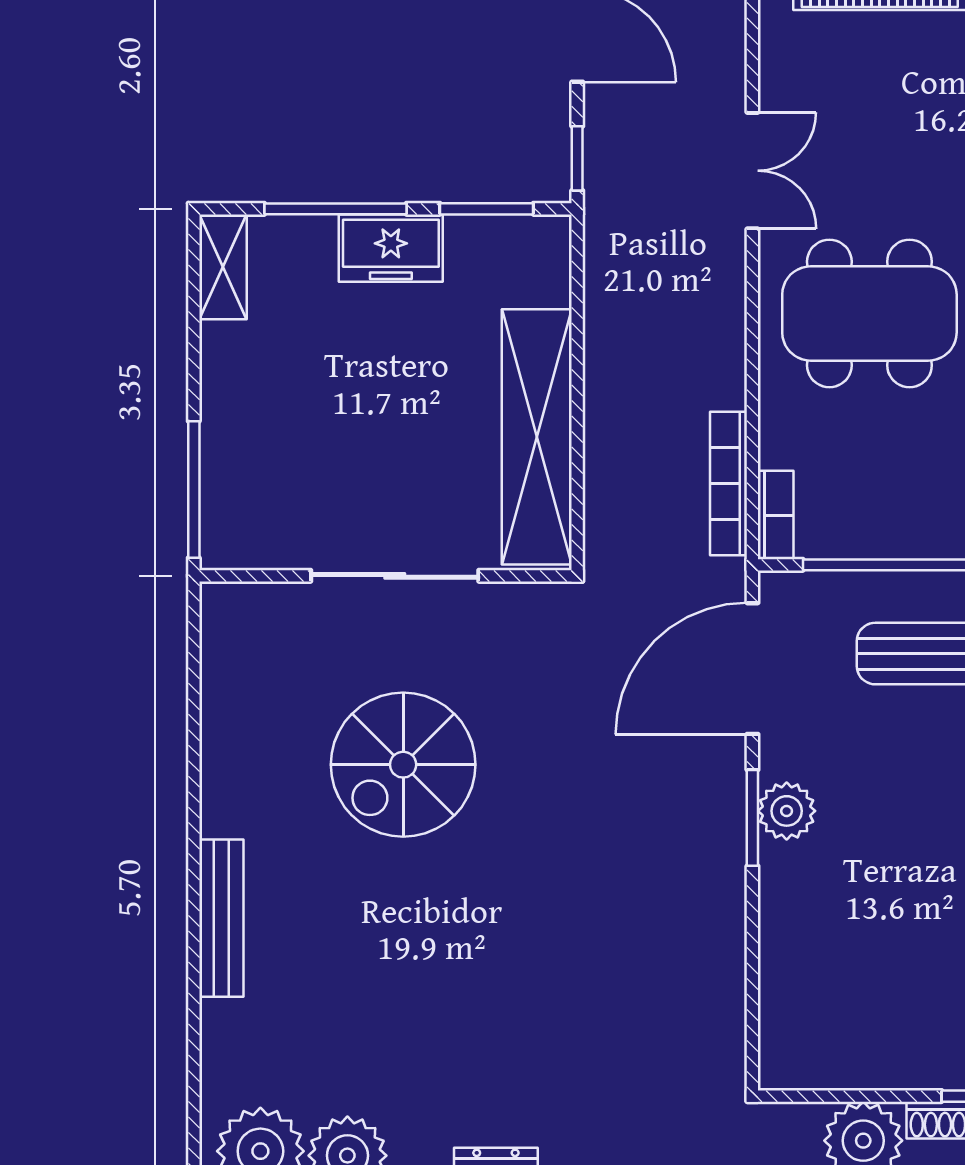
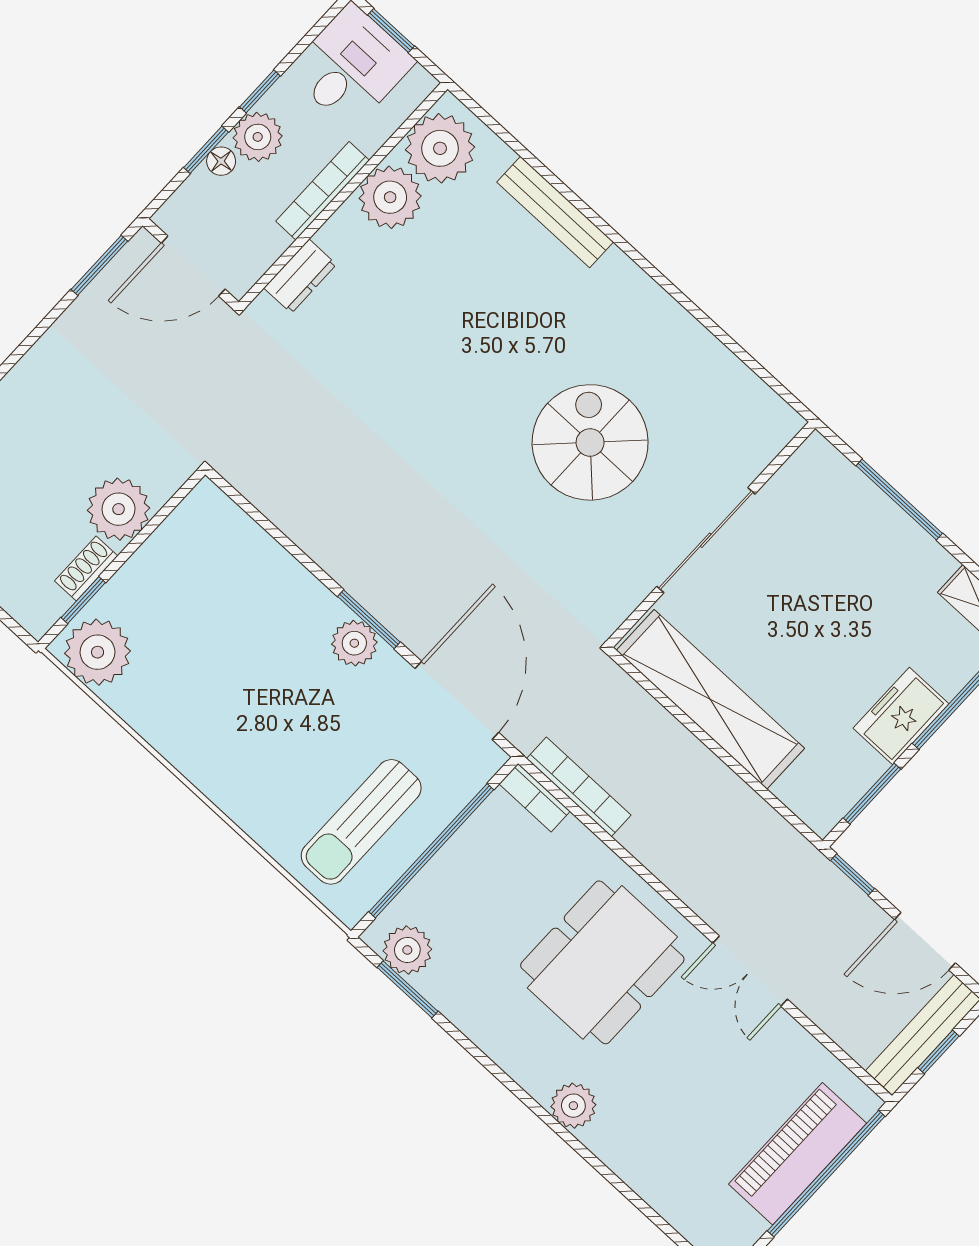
window: (194, 490) -> (899, 499), moved
bench: (221, 918) -> (555, 212), moved

